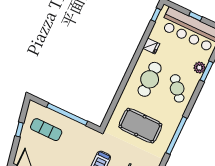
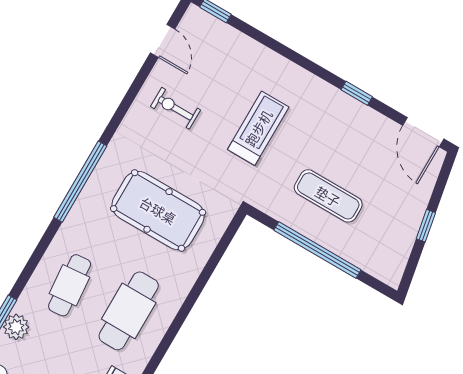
cafe table: (177, 88) -> (70, 285), turned 32
exercise mat: (46, 130) -> (328, 196), moved

